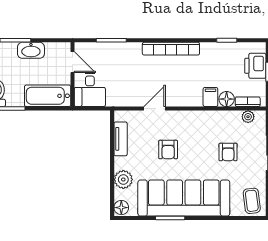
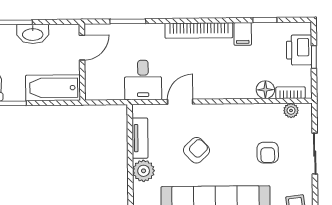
door: (72, 62) -> (82, 48), hinge flipped
desk: (90, 90) -> (143, 80), moved
filing cabinet: (210, 97) -> (243, 34), moved, turned 180
armchair: (168, 150) -> (197, 150), turned -134
plant: (123, 179) -> (144, 171), moved

